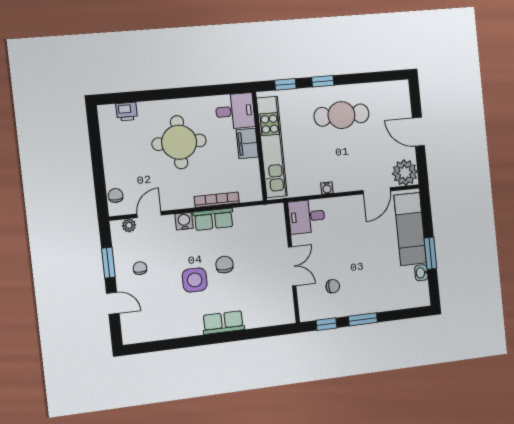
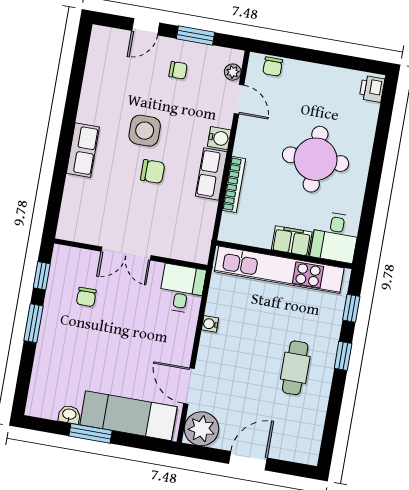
printer: (127, 112) -> (372, 89), moved
cafe table: (342, 115) -> (295, 368), width x0.73, depth x0.74
chair: (116, 196) -> (273, 67), turned 90

